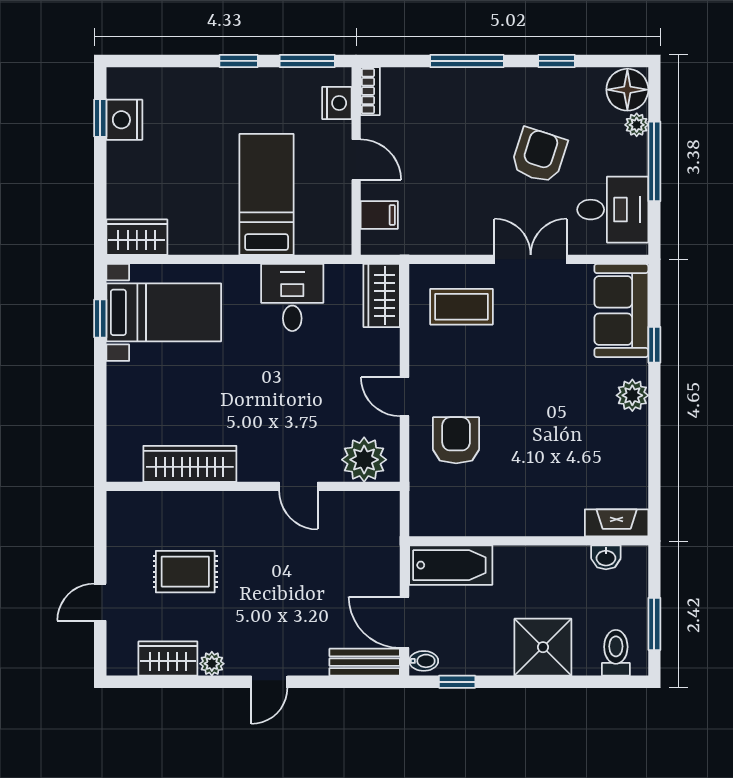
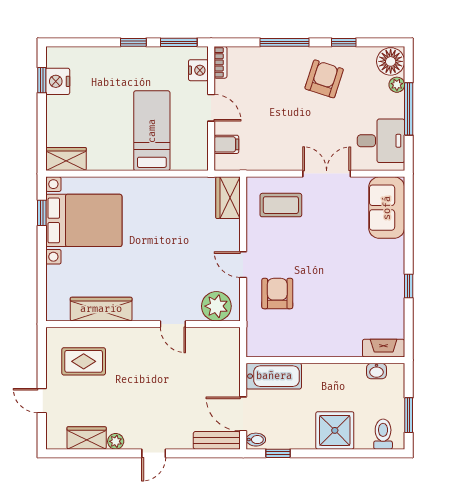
armchair: (539, 155) -> (324, 79), moved
desk: (292, 297) -> (169, 199), removed
bed with nightstands: (164, 312) -> (84, 220), width x1.36
window: (654, 345) -> (409, 286), moved
plant: (632, 395) -> (394, 264), removed
rug: (185, 572) -> (84, 361), moved
door: (100, 602) -> (42, 401), hinge flipped

